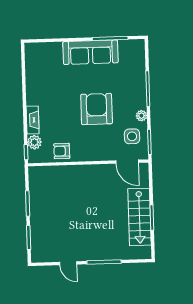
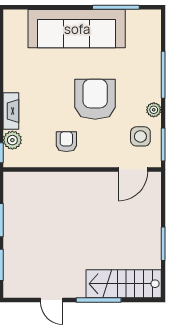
sofa: (90, 52) -> (77, 29), width x1.36, depth x1.27
armchair: (62, 151) -> (66, 142), moved, turned 90
door: (127, 162) -> (133, 169), hinge flipped
stairs: (139, 217) -> (124, 284), moved, turned 90

